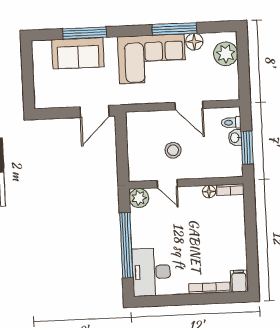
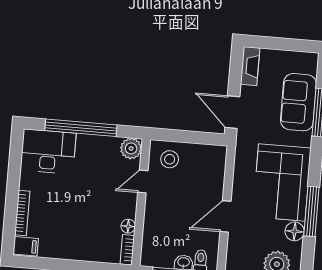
fireplace: (51, 101) -> (250, 66), added
stool: (173, 150) -> (170, 159), moved

